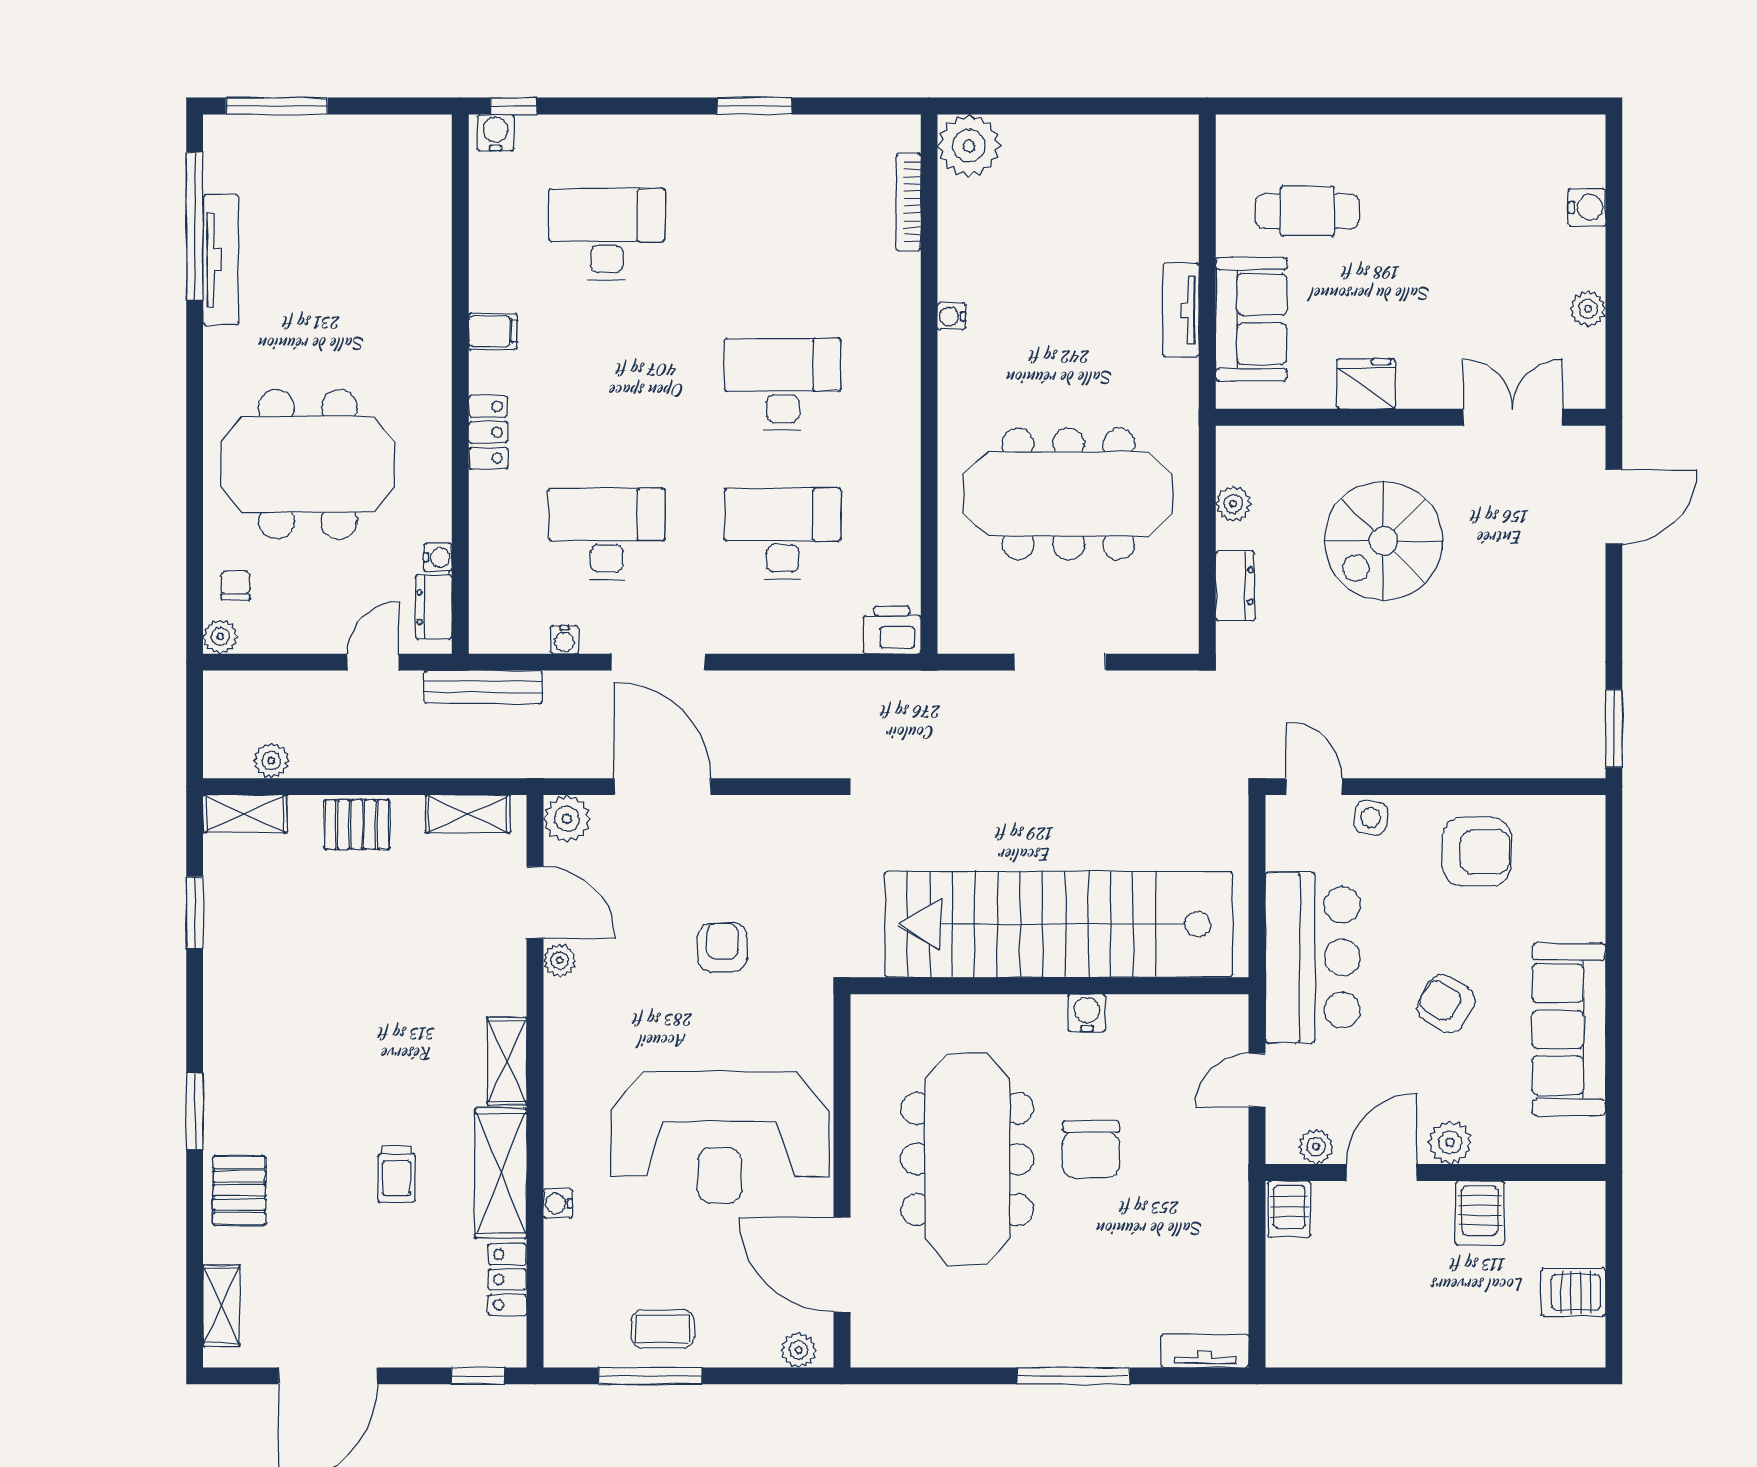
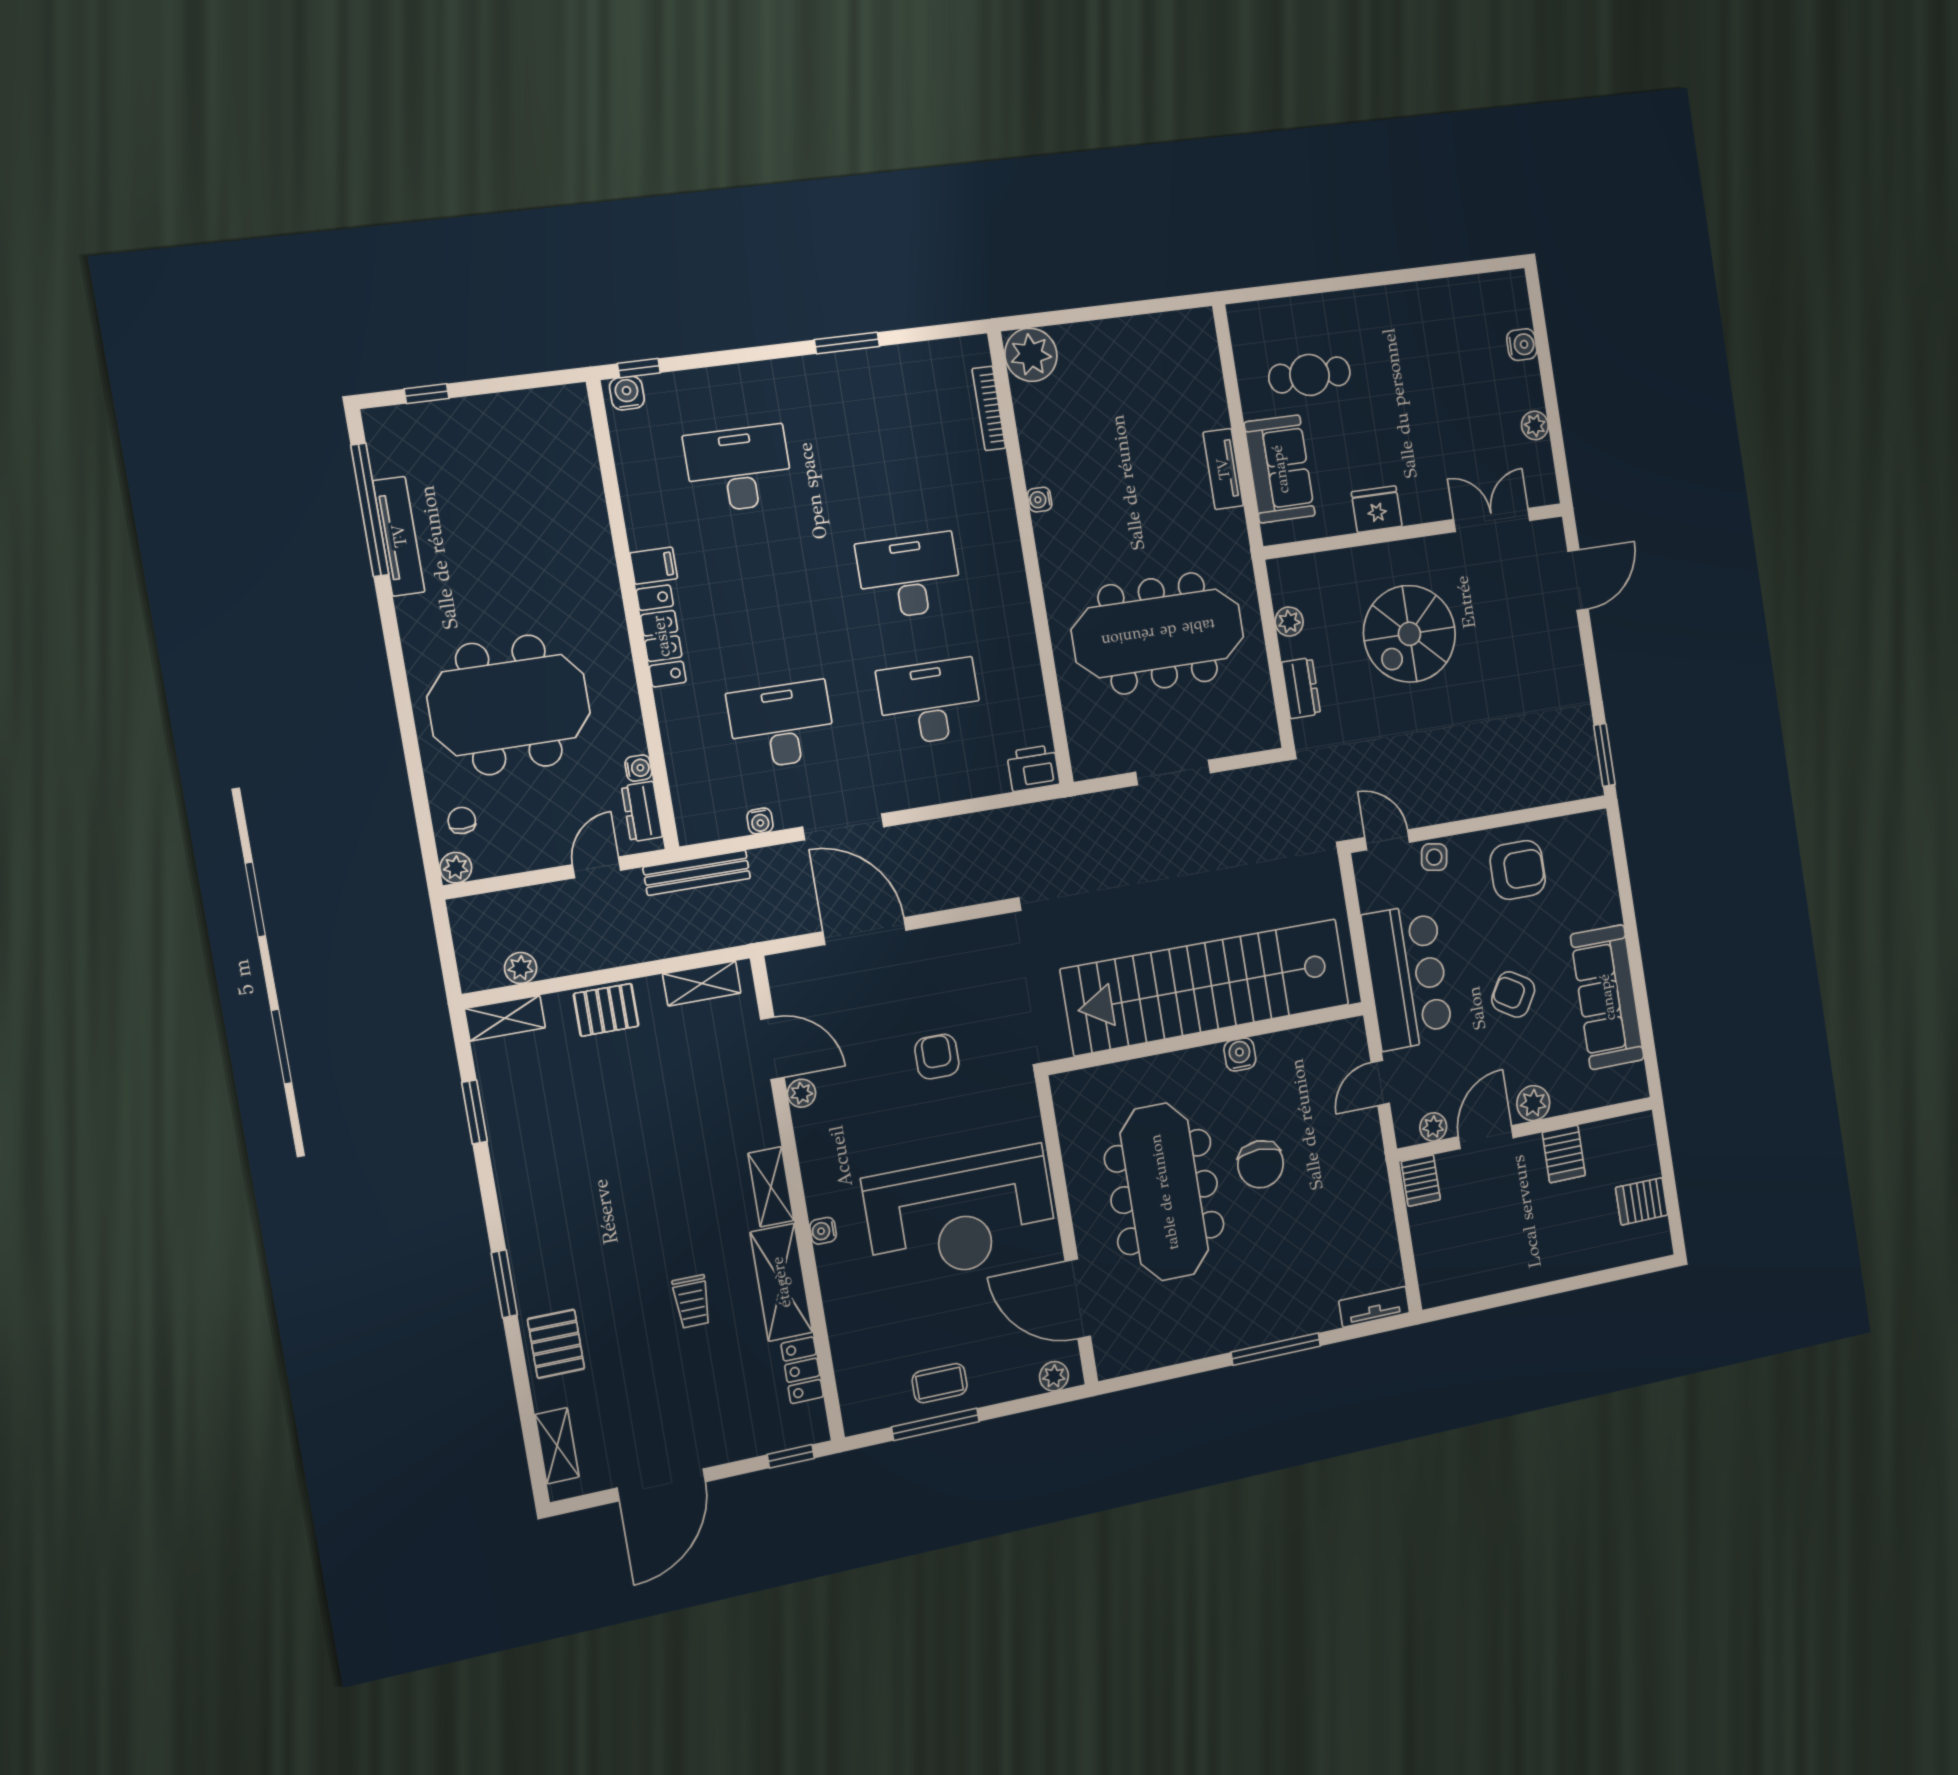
window: (277, 106) -> (427, 394), width x0.46
locker: (488, 432) -> (661, 636), width x1.53
plant: (567, 819) -> (788, 972), removed
water cooler: (558, 1203) -> (823, 1231), moved

